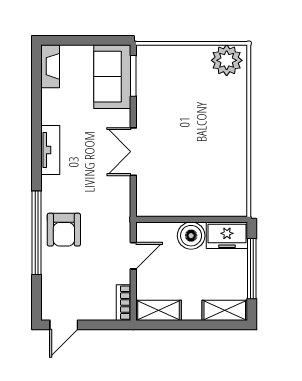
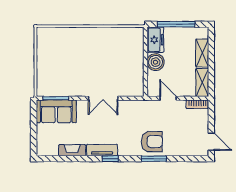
plant: (227, 60) -> (46, 40), removed
fireplace: (50, 66) -> (72, 150), moved
window: (36, 163) -> (110, 159), added
window: (36, 233) -> (154, 159), width x0.47
shelving: (225, 310) -> (202, 53), moved

